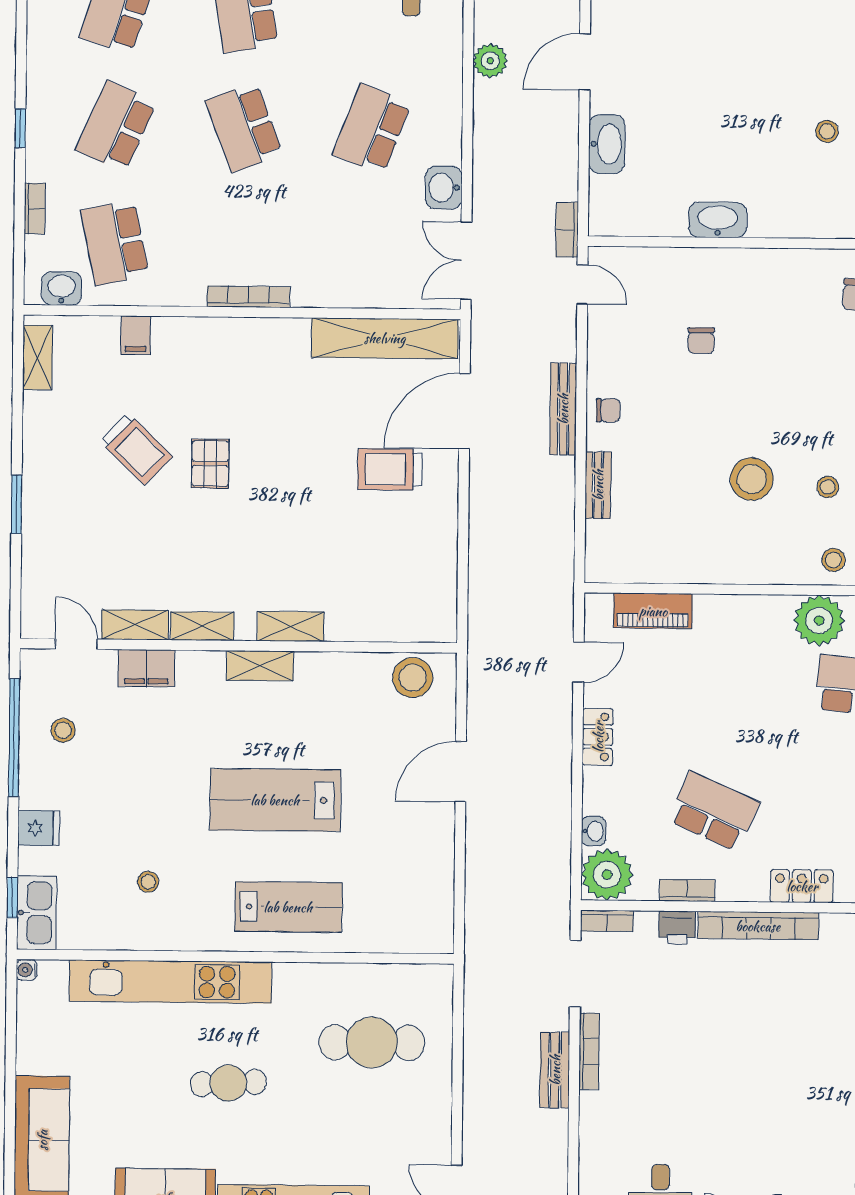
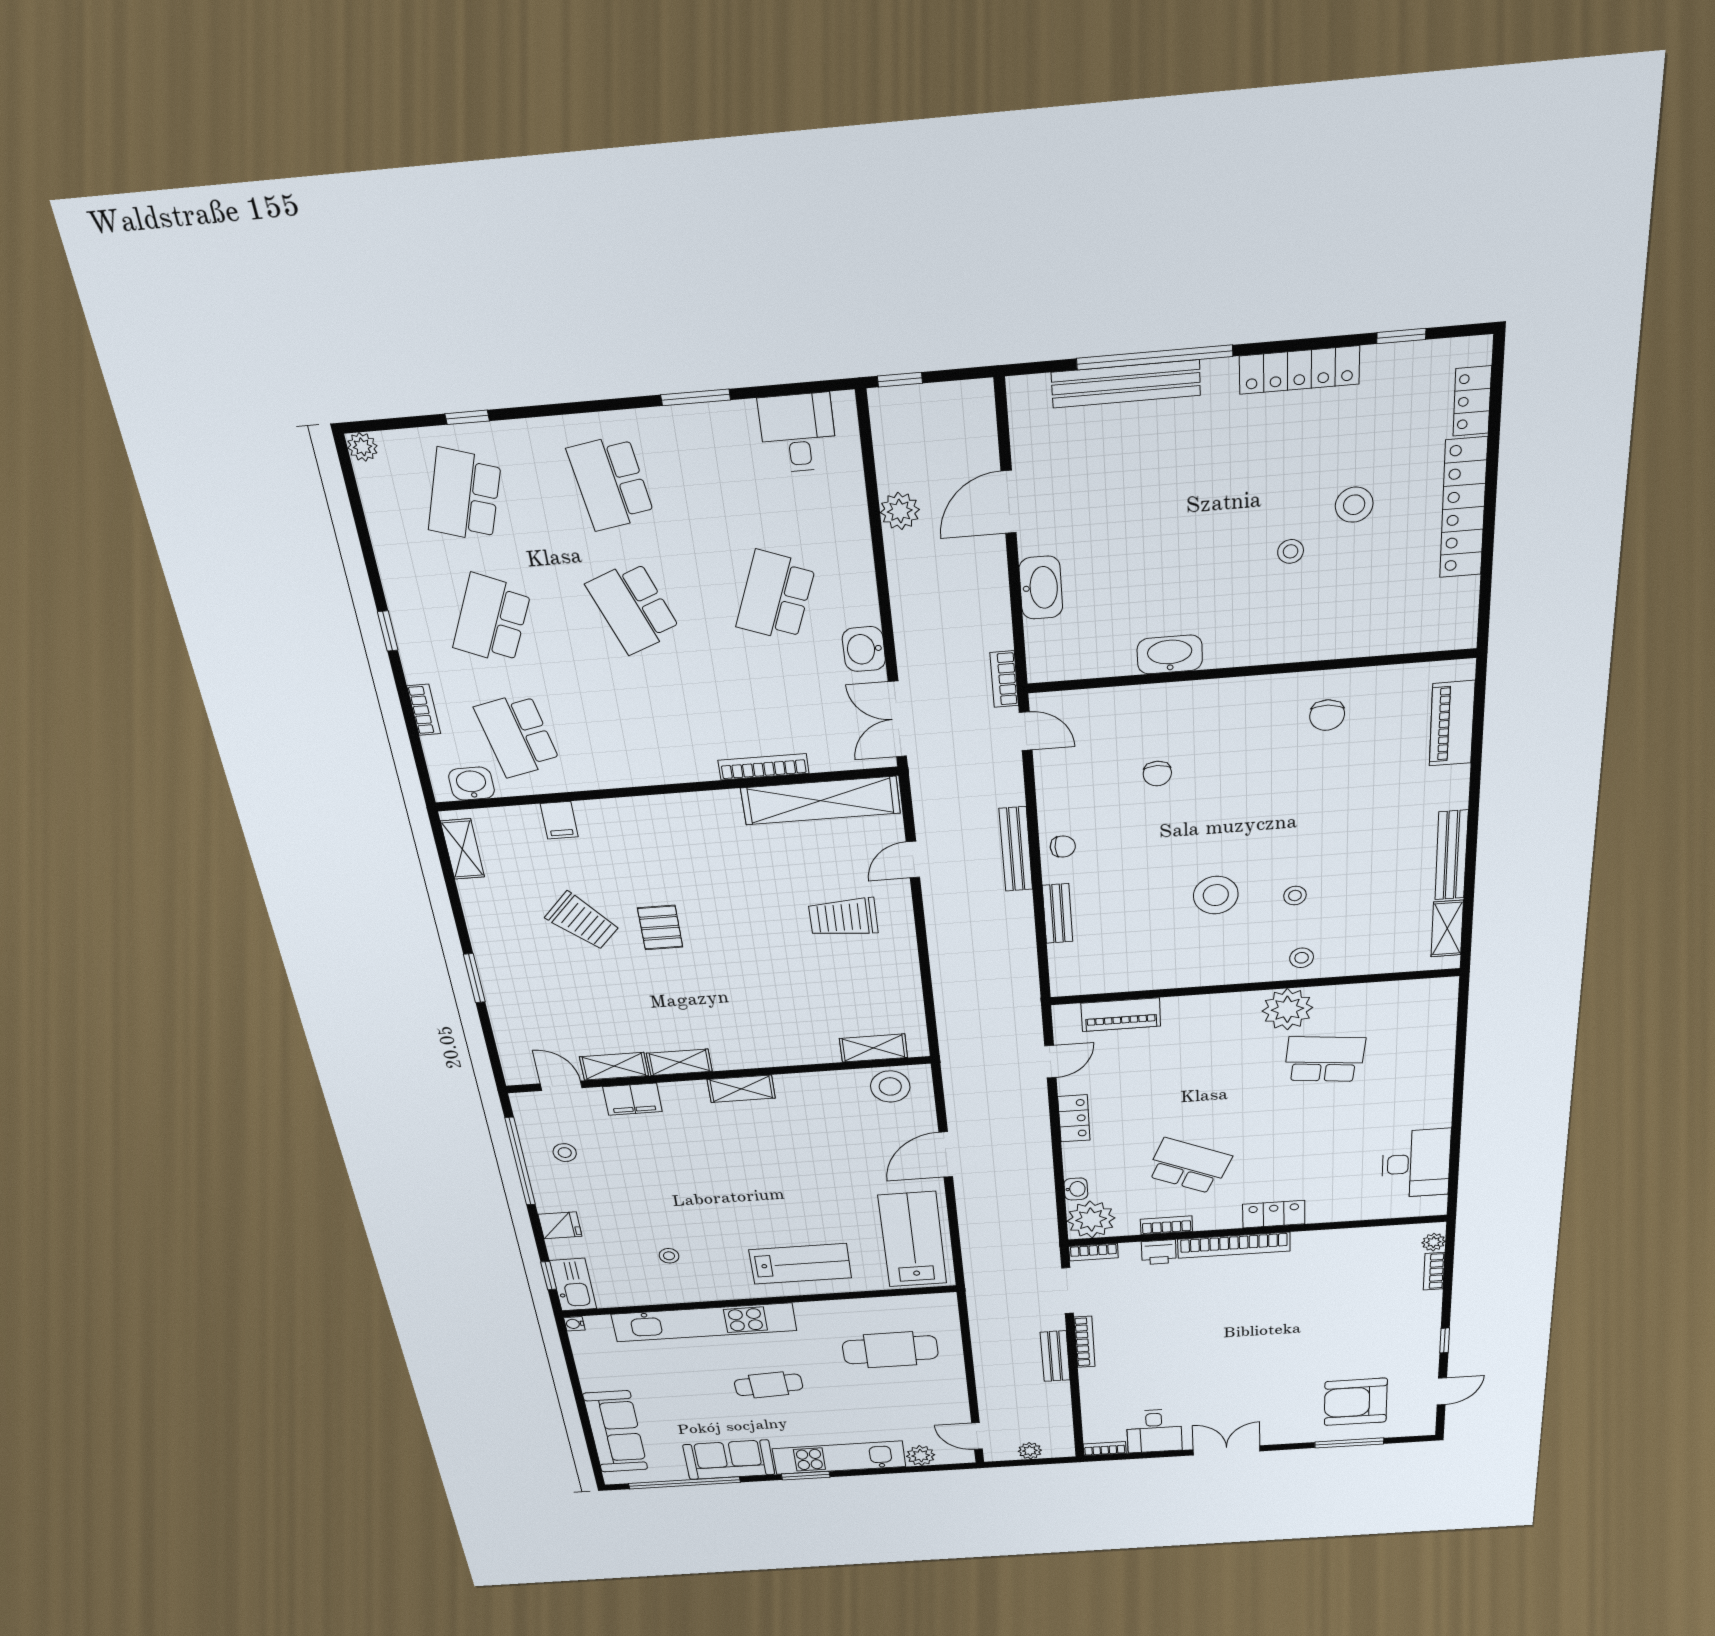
bookcase: (248, 297) -> (763, 767), moved
door: (464, 411) -> (913, 860), width x0.53
shelving: (291, 626) -> (873, 1048), moved
lab bench: (275, 800) -> (912, 1240), moved, turned 90

